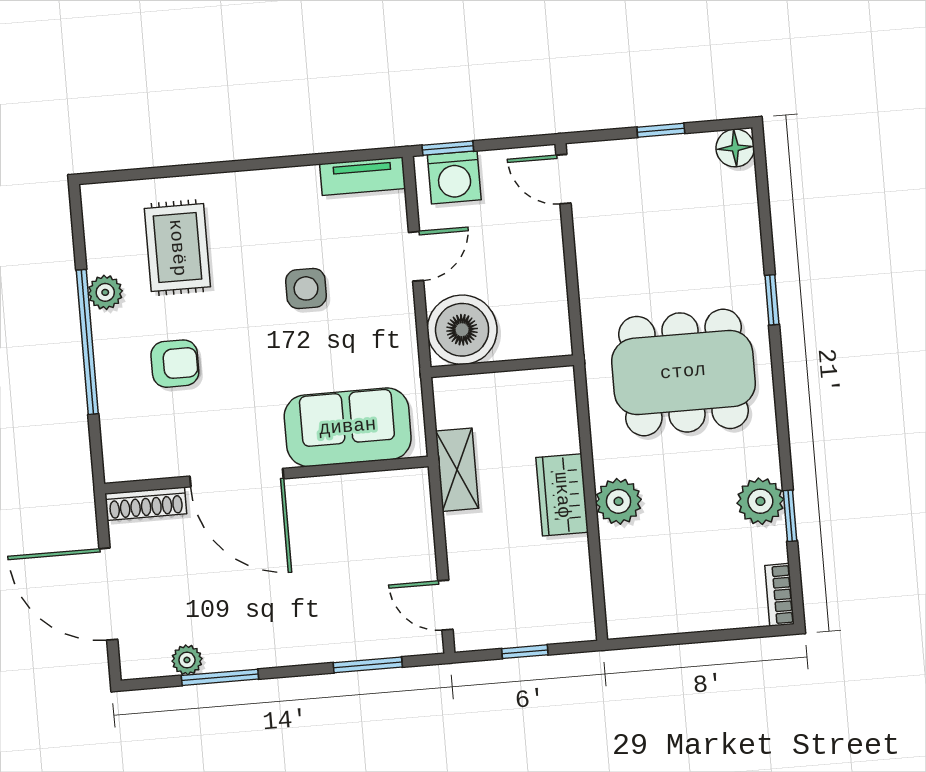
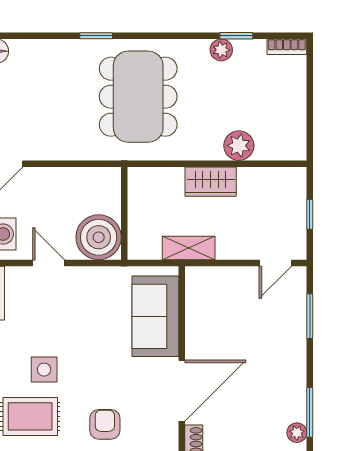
side table: (306, 288) -> (44, 370), moved
plant: (618, 501) -> (239, 146), moved
plant: (760, 501) -> (221, 50), width x0.73, depth x0.73

